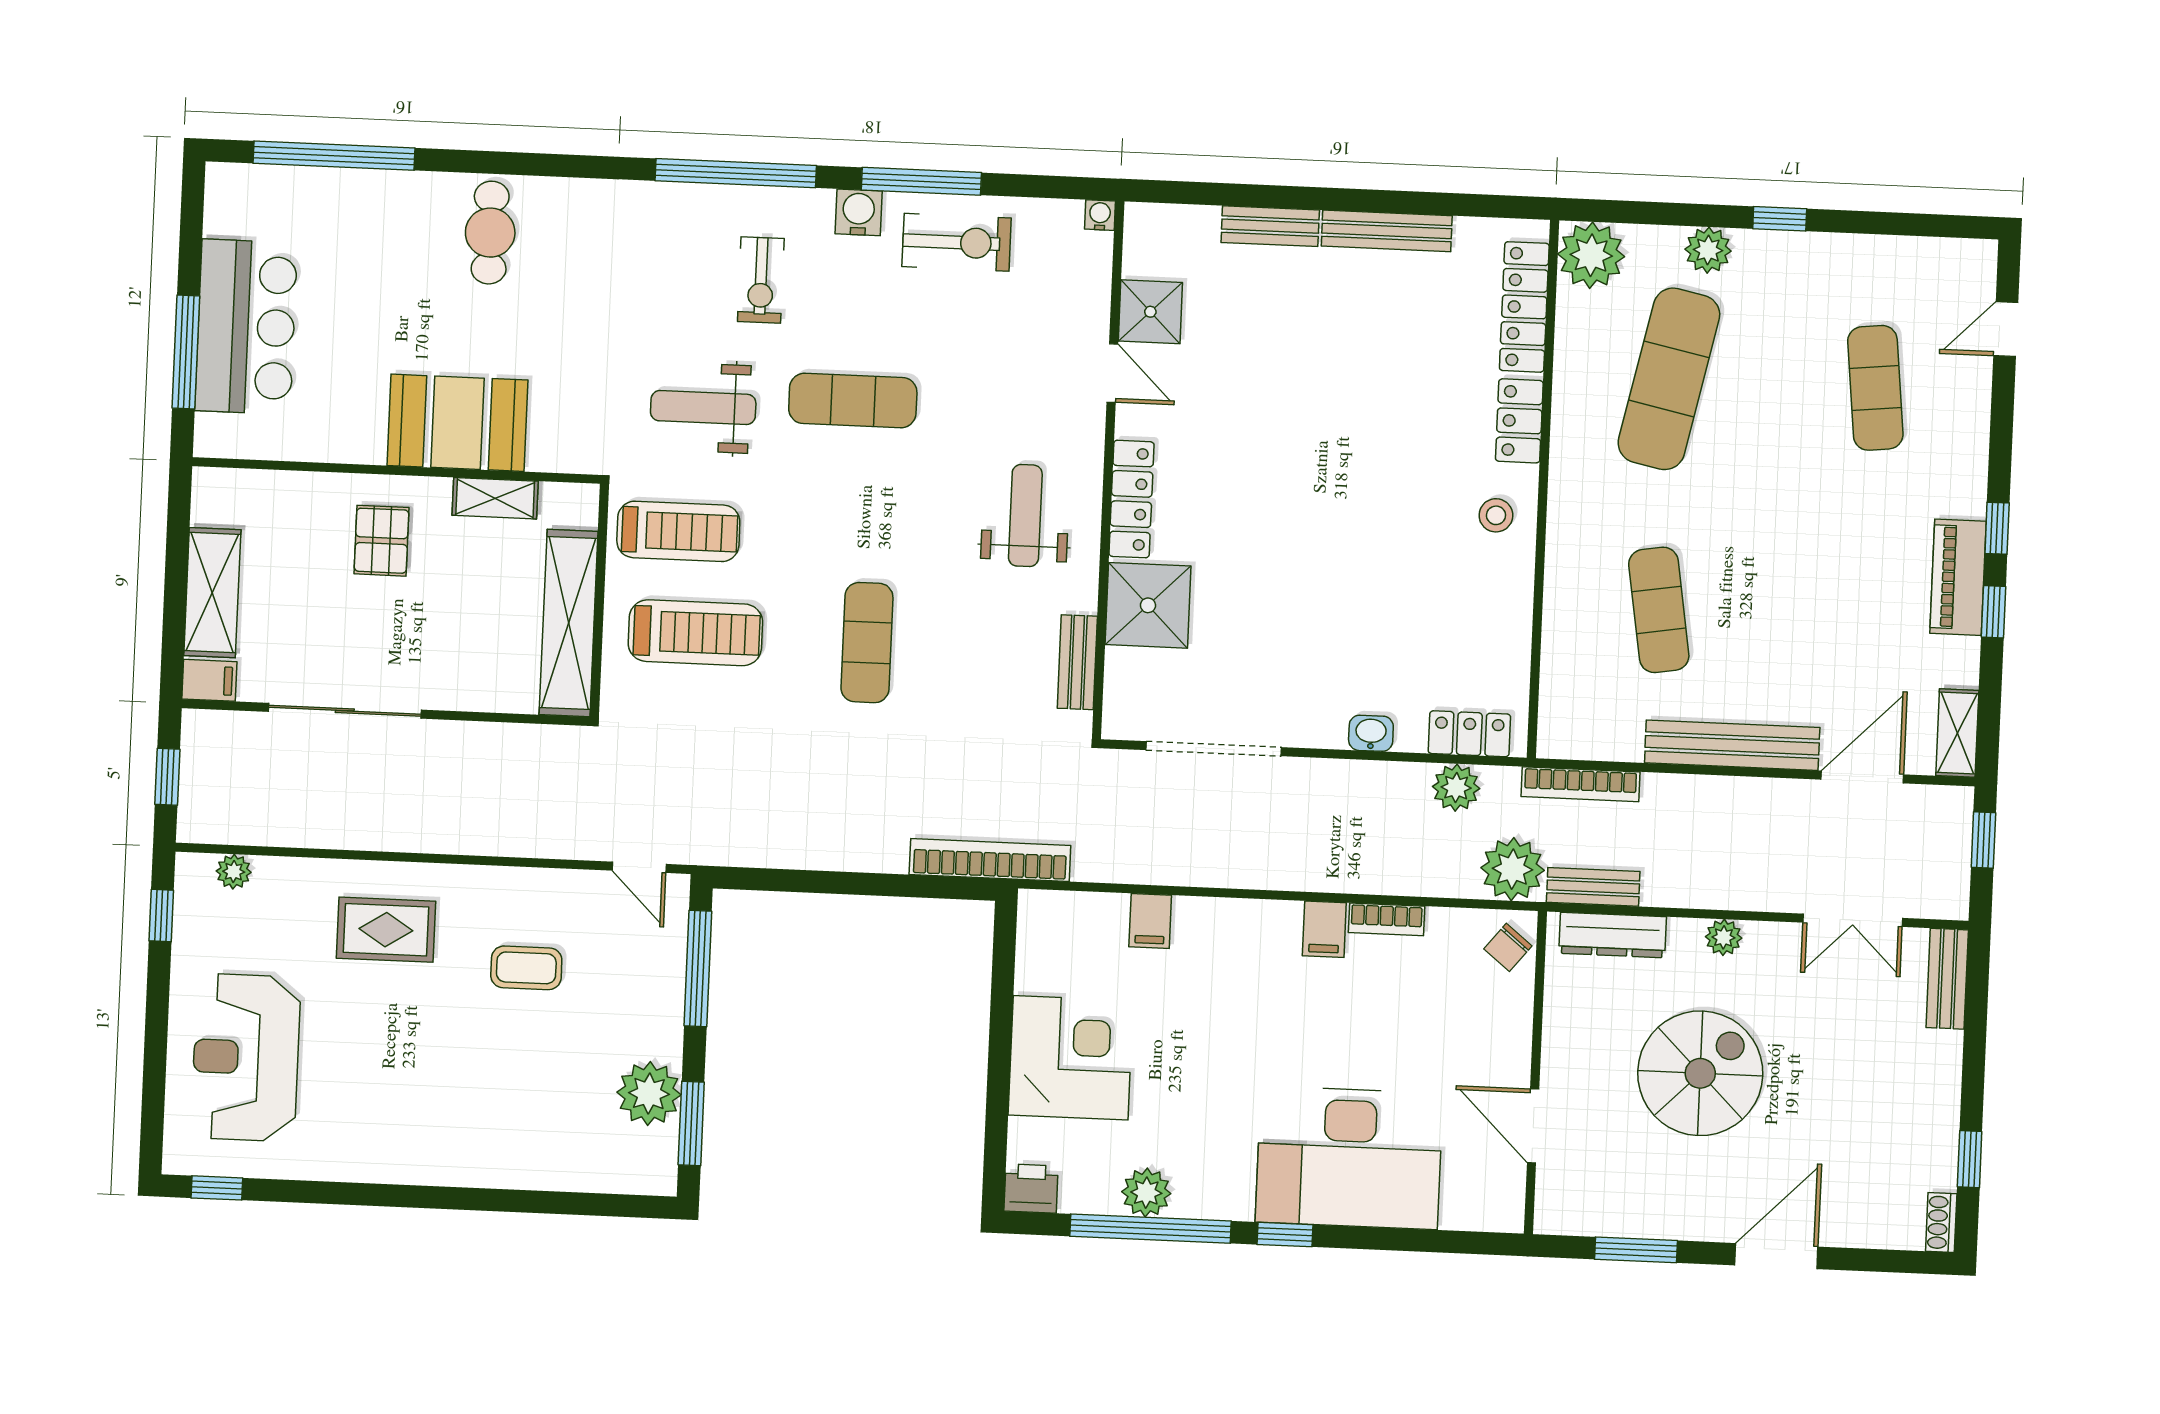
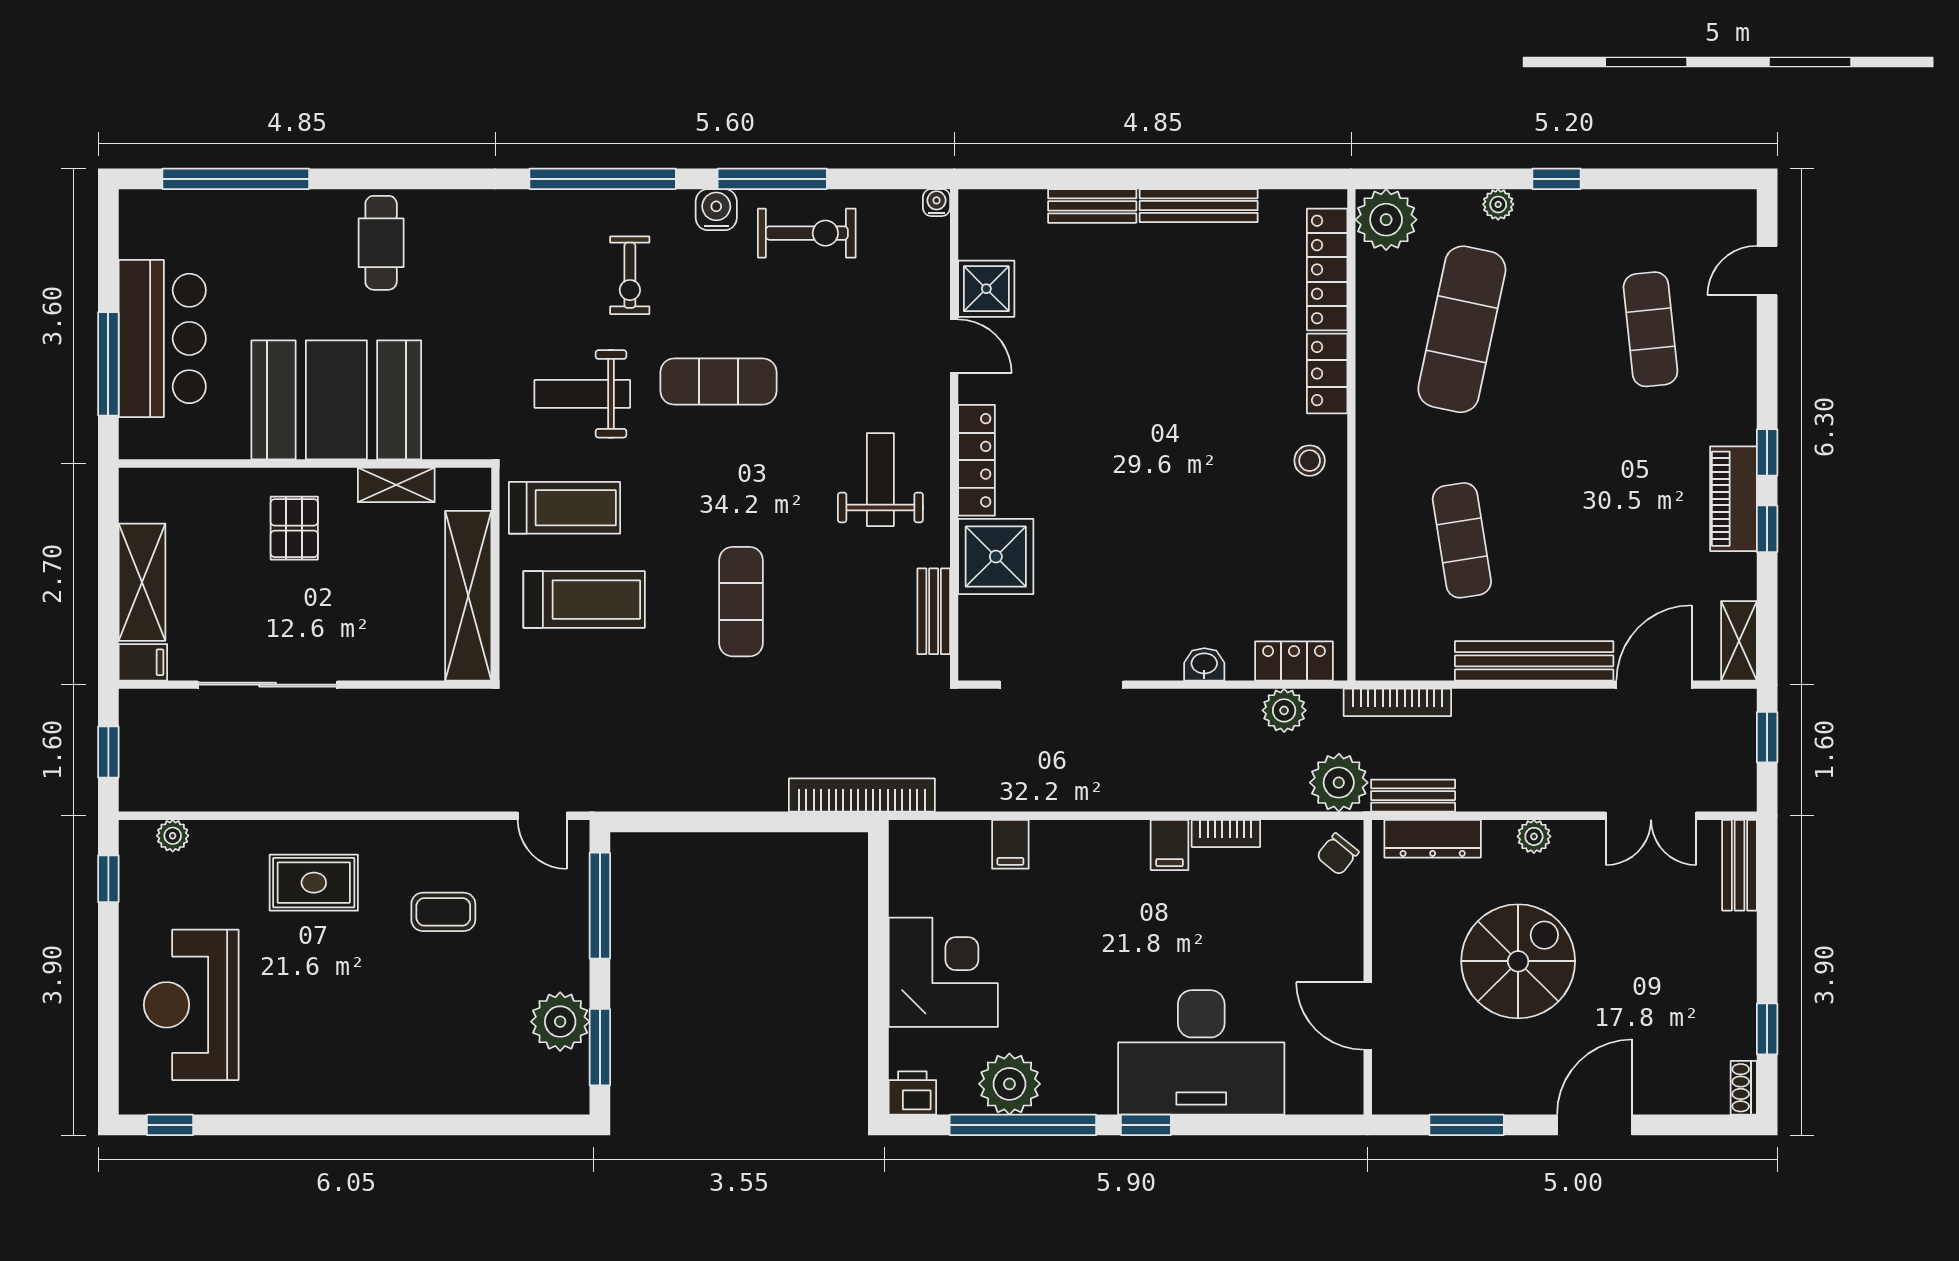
plant: (1708, 250) -> (1498, 204), width x0.73, depth x0.73
booth: (458, 423) -> (336, 400), width x1.36, depth x1.42
plant: (1146, 1193) -> (1009, 1084), width x1.36, depth x1.36

